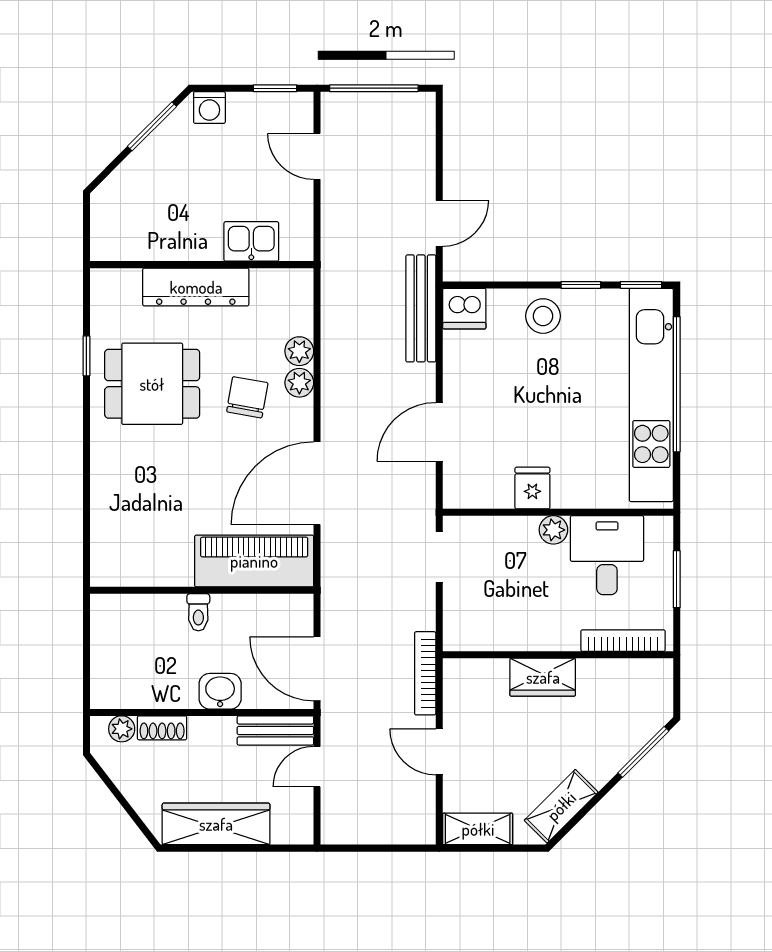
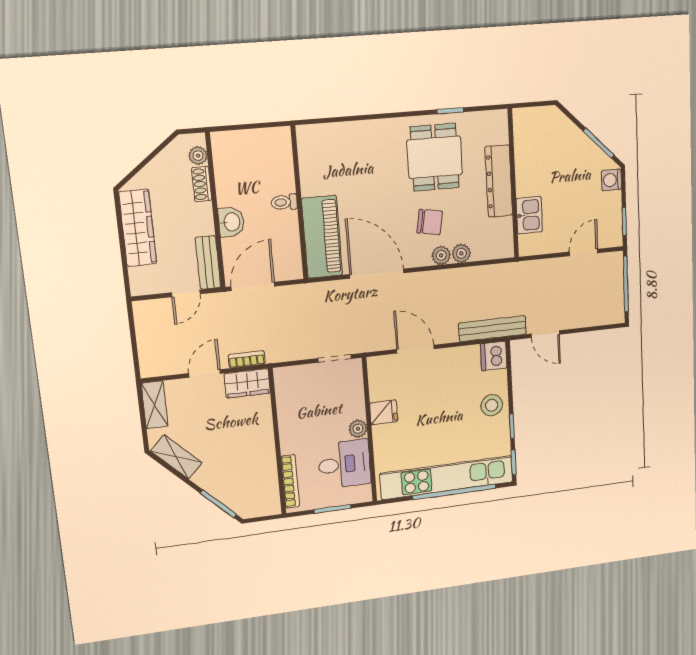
bookcase: (425, 673) -> (247, 359), width x0.64
wardrobe: (543, 677) -> (247, 383), moved, turned -90
door: (317, 767) -> (186, 293), swing flipped

